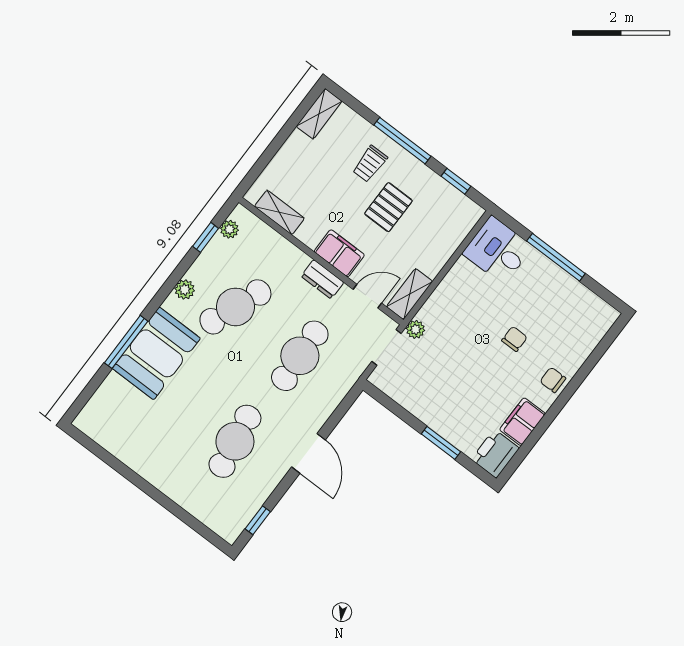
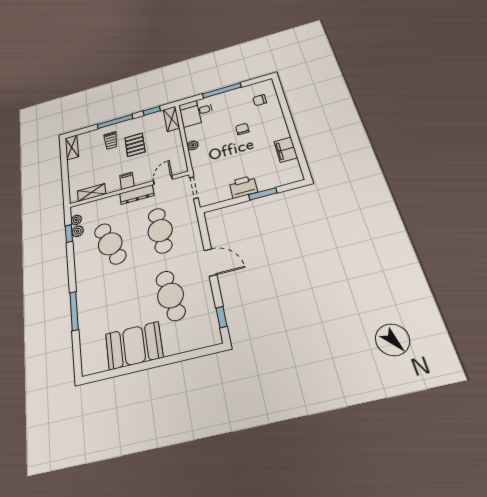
filing cabinet: (339, 253) -> (127, 181), width x0.50
dresser: (322, 279) -> (137, 195), width x1.44
plant: (185, 290) -> (78, 231), moved
shelving: (410, 294) -> (172, 119), moved
cafe table: (235, 307) -> (110, 244), turned -42
plant: (416, 329) -> (193, 145), moved
booth: (156, 353) -> (134, 346), moved, turned 90
chair: (553, 380) -> (260, 100), moved
printer: (495, 454) -> (243, 187), moved, turned 90

